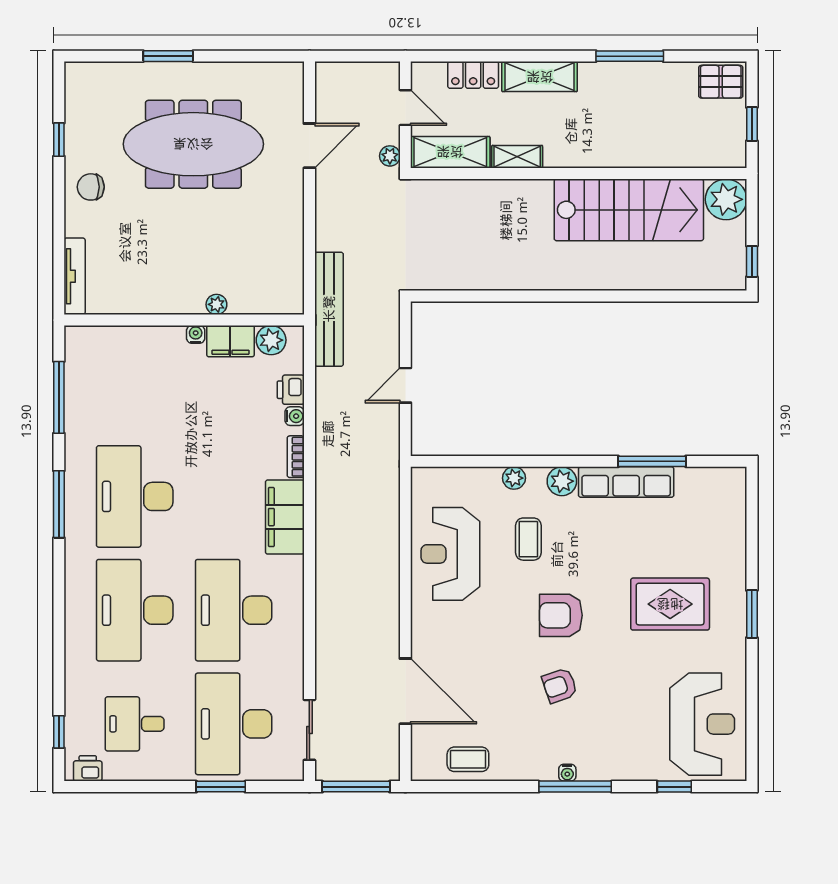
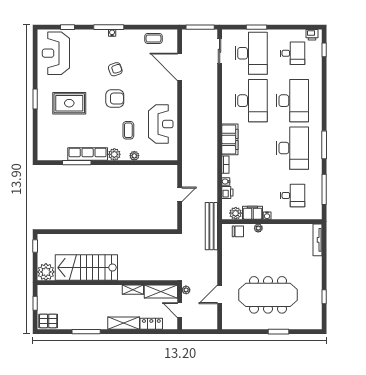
chair: (91, 187) -> (238, 231), moved
desk: (135, 383) -> (292, 195), added

